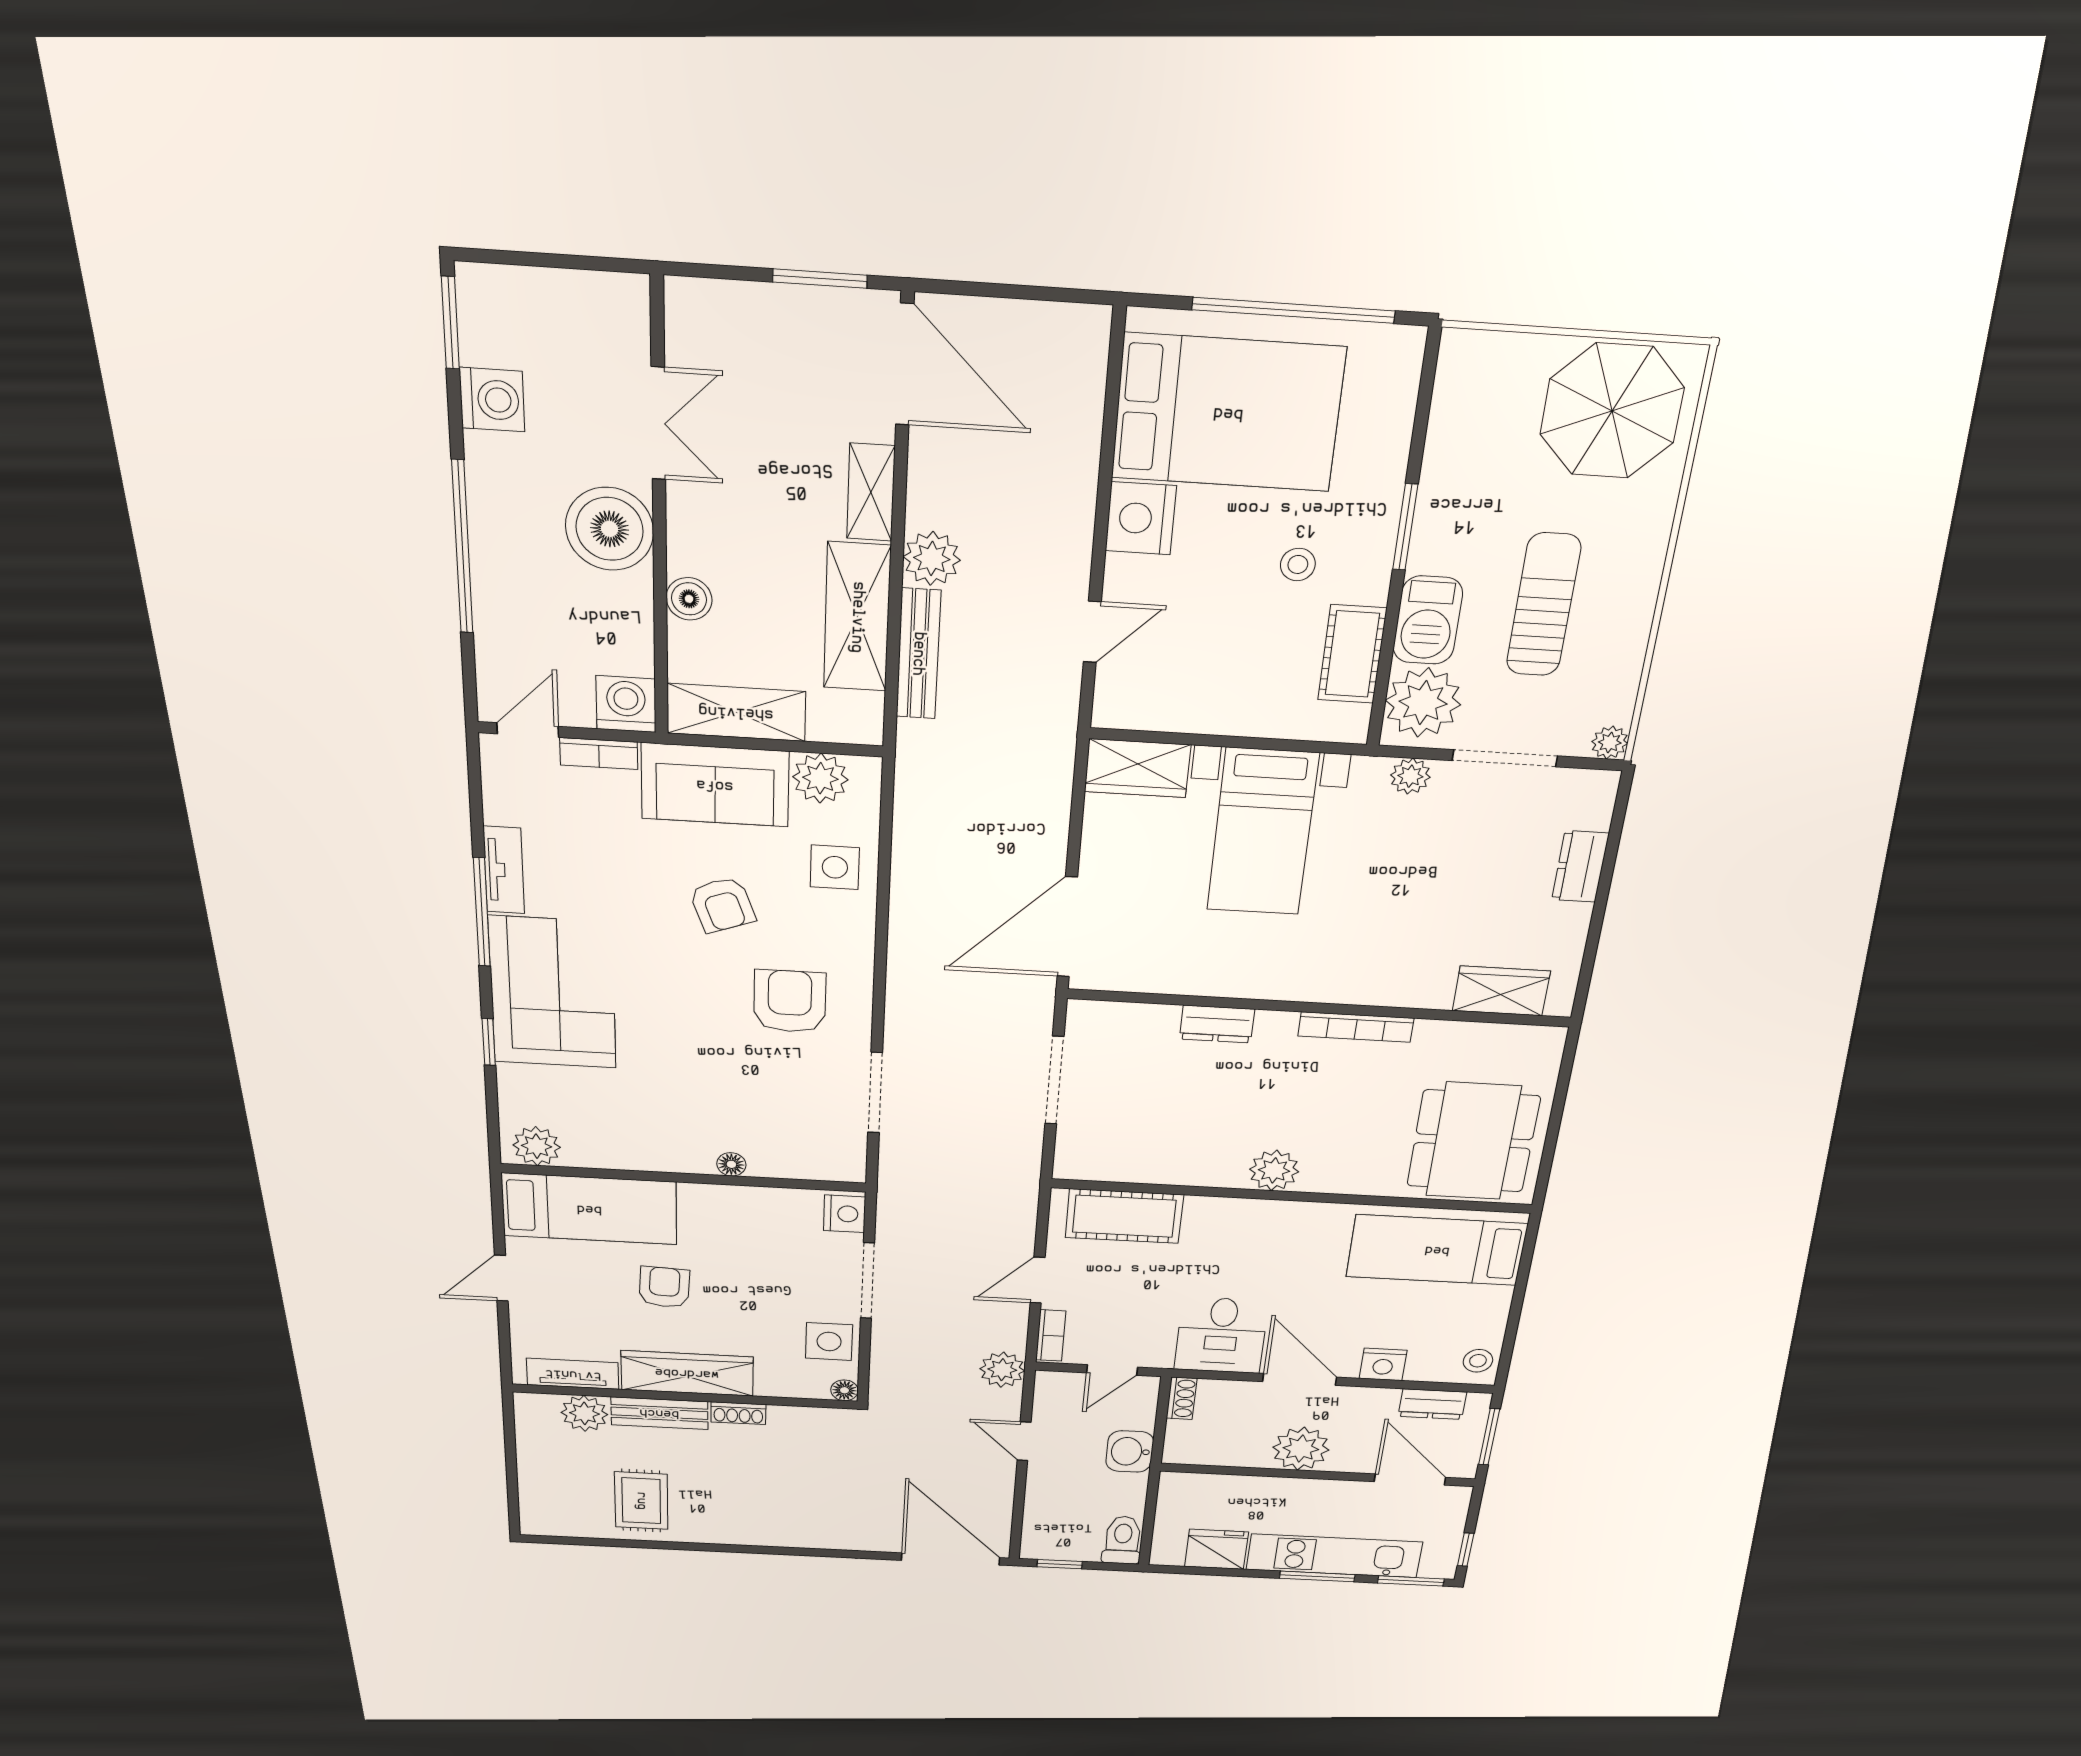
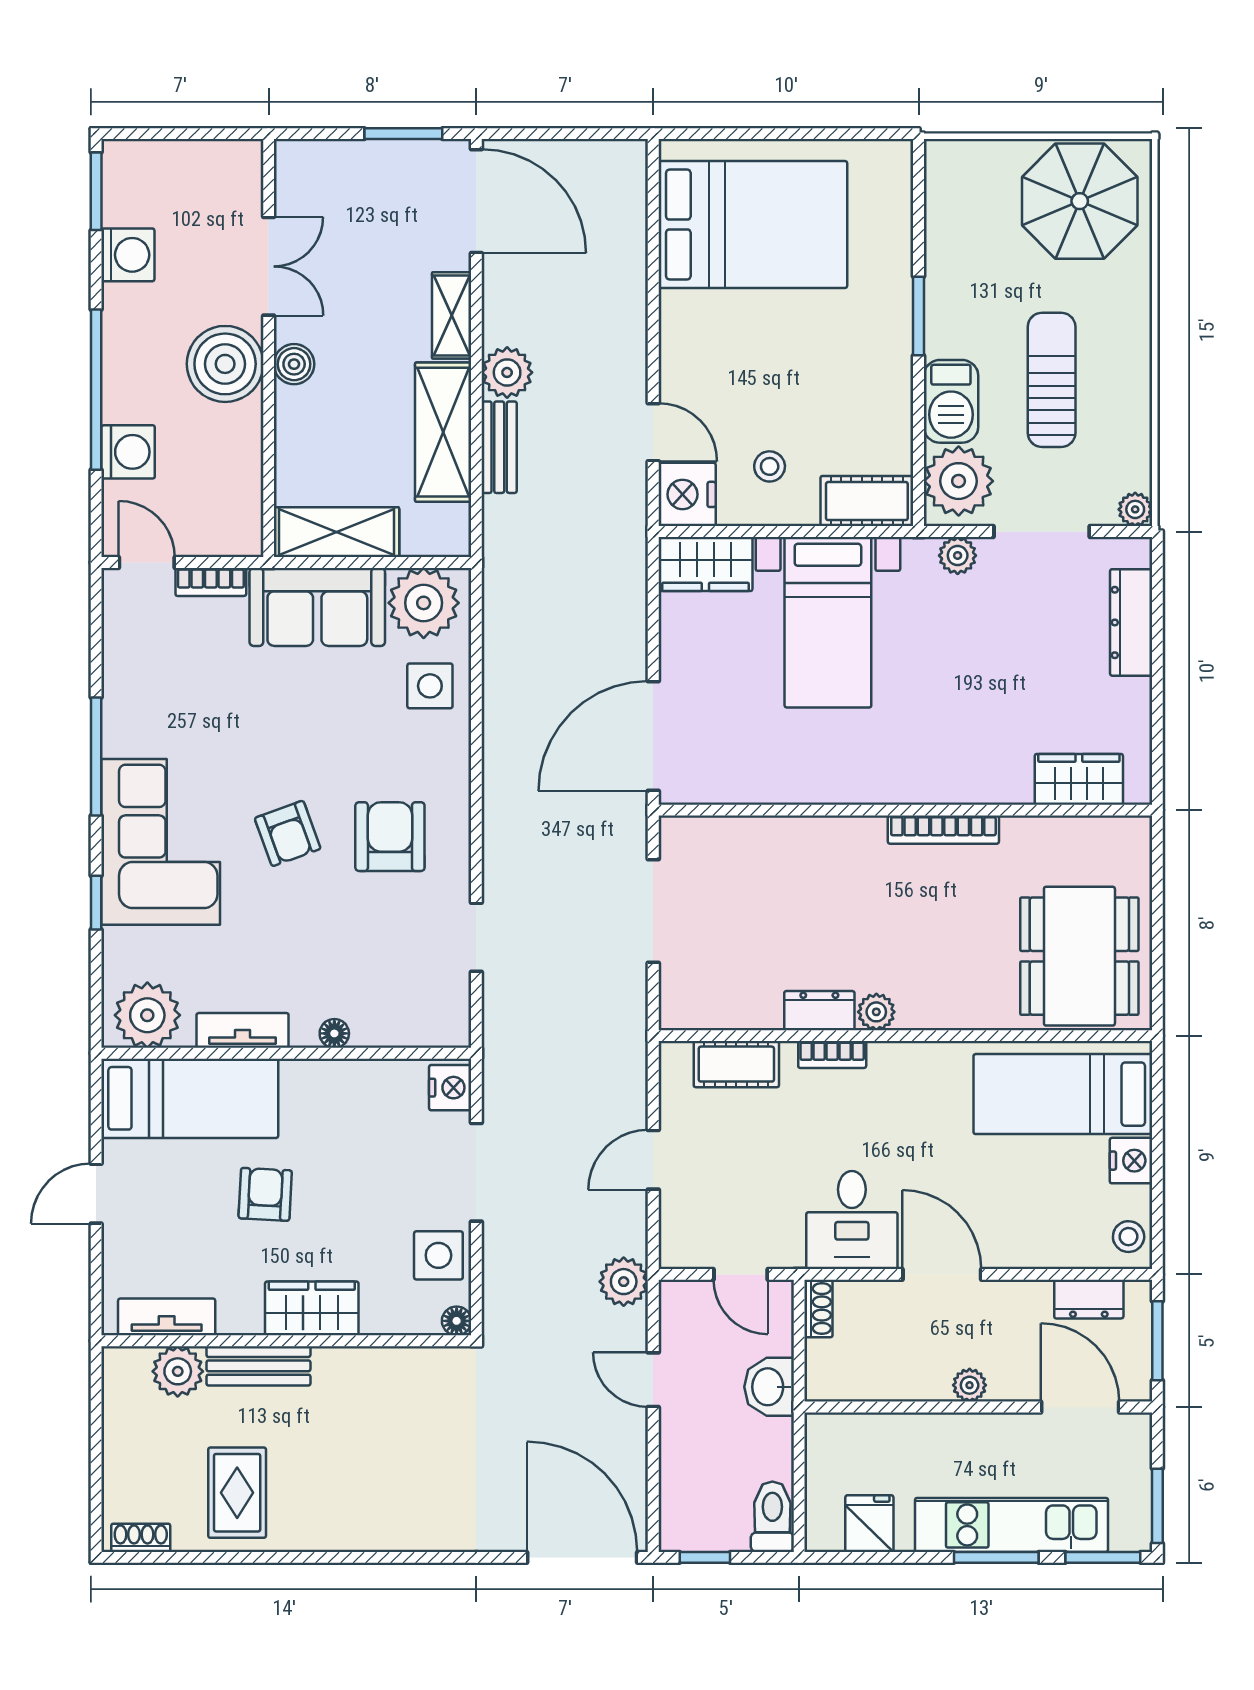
window: (1294, 310) -> (798, 134), removed
nightstand: (1141, 518) -> (687, 494), moved
stool: (1298, 564) -> (770, 466), moved
boiler: (689, 599) -> (294, 364), moved
door: (1092, 632) -> (653, 432), hinge flipped
bench: (918, 654) -> (499, 447), width x0.73
cot: (1352, 654) -> (867, 501), moved, turned 90
washing machine: (626, 704) -> (128, 452), moved, turned 90
door: (528, 730) -> (147, 562), hinge flipped
plant: (820, 778) -> (424, 603), width x1.36, depth x1.36
dresser: (1580, 866) -> (1131, 622), width x1.44
tv unit: (504, 870) -> (243, 1030), moved, turned -90
armchair: (722, 905) -> (288, 833), moved
dresser: (1217, 1024) -> (819, 1011), moved, turned 180
doorway: (875, 1093) -> (476, 937), width x0.73
plant: (537, 1146) -> (147, 1015), width x1.36, depth x1.36
plant: (1274, 1170) -> (876, 1012), width x0.73, depth x0.73
cot: (1124, 1216) -> (736, 1064), width x0.73, depth x0.75
bookcase: (1051, 1335) -> (832, 1054), moved, turned 90
nightstand: (1383, 1364) -> (1131, 1161), moved, turned -90
door: (1112, 1370) -> (741, 1274), hinge flipped
wardrobe: (687, 1373) -> (312, 1308), width x0.67
shoe rack: (738, 1413) -> (141, 1538), moved, turned 180
plant: (1301, 1449) -> (970, 1385), width x0.53, depth x0.53
fridge: (1216, 1549) -> (869, 1524), width x0.72
window: (1466, 1550) -> (1157, 1506), width x1.50

